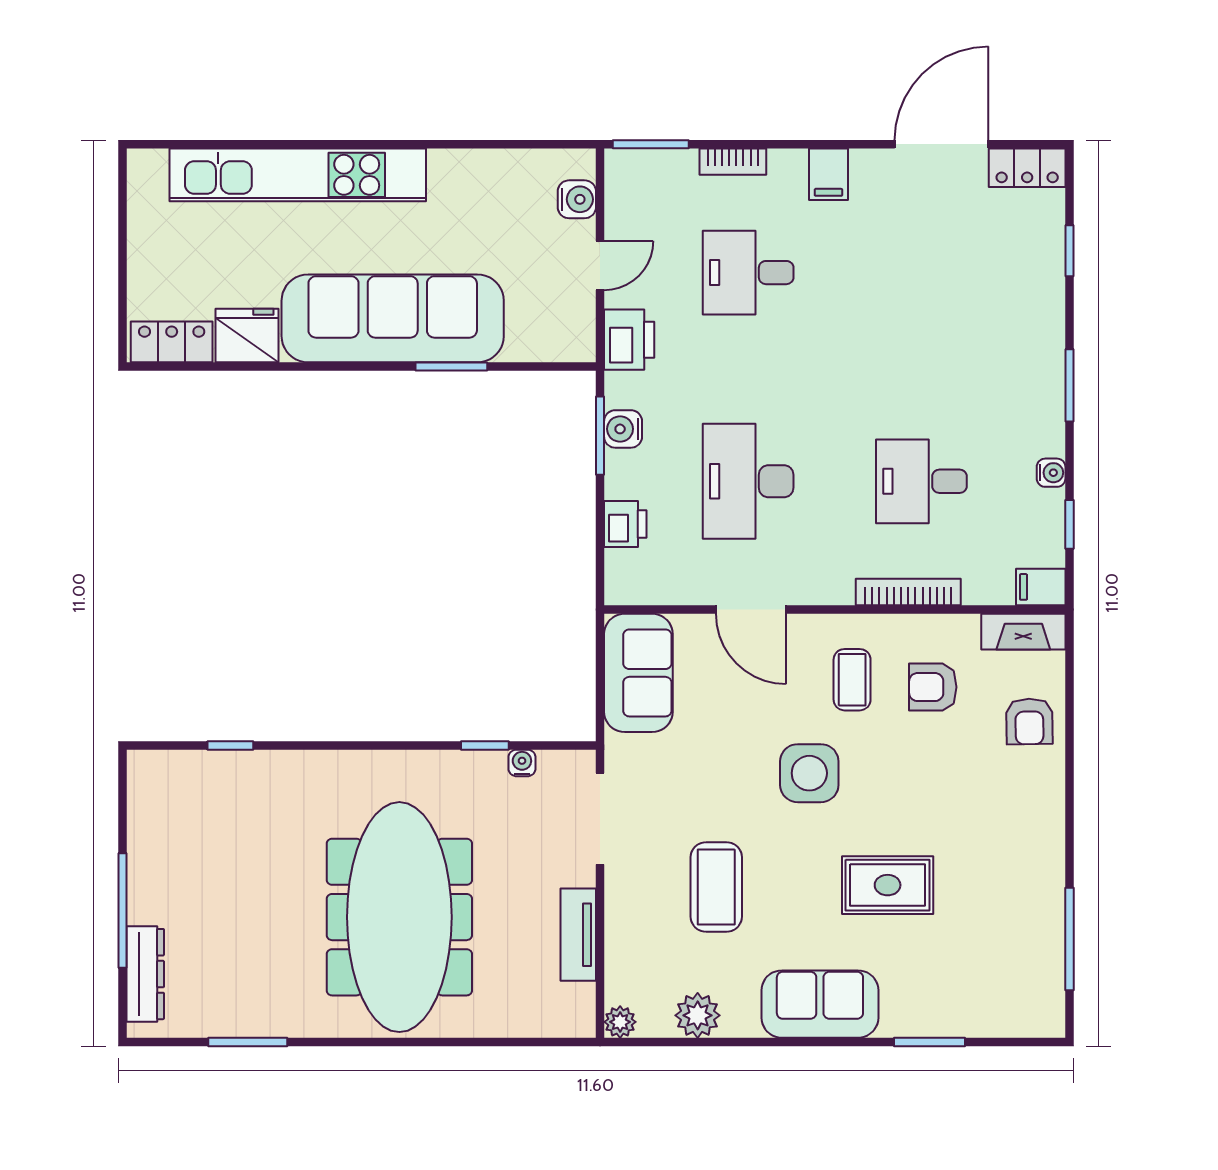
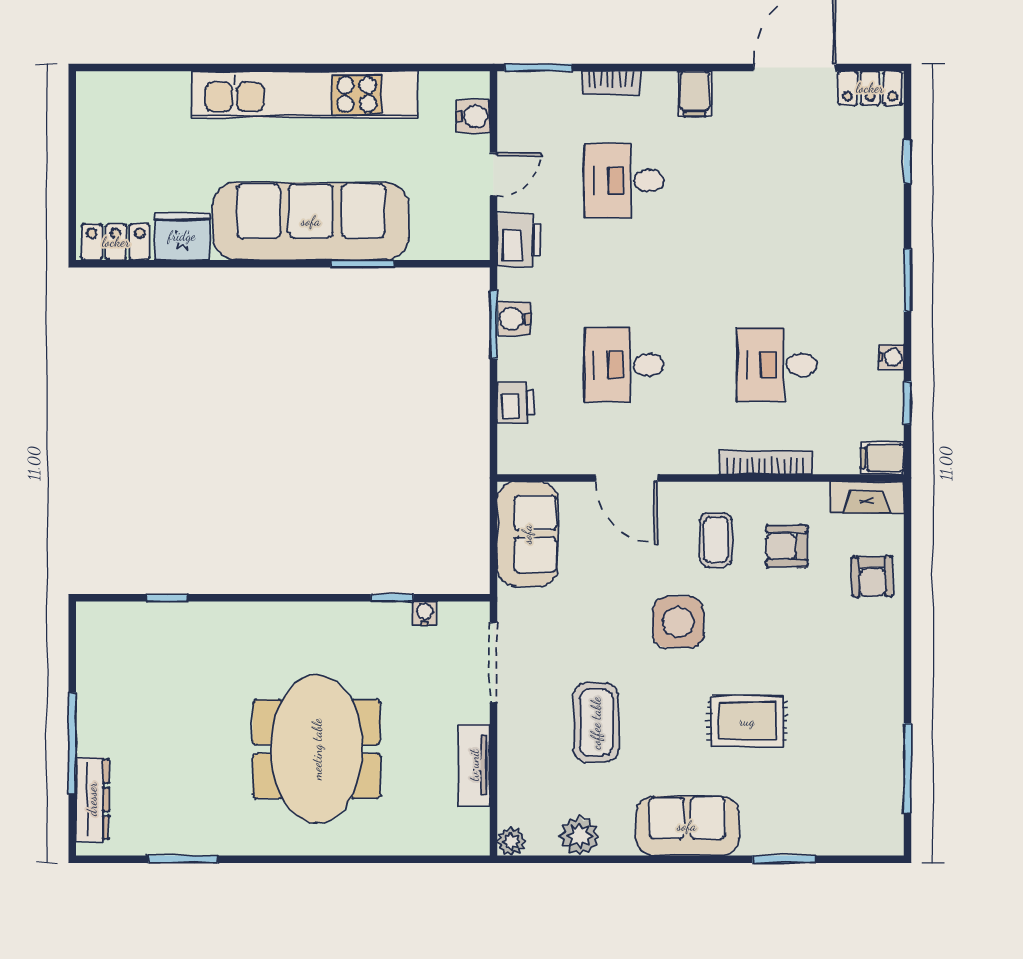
kitchen unit: (298, 175) -> (305, 95), moved
desk: (748, 481) -> (624, 365), width x0.73
meeting table: (399, 917) -> (317, 749), width x0.73

